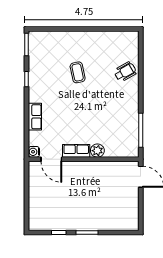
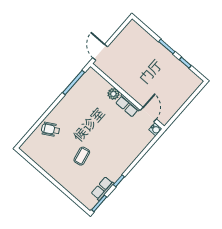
row of seats: (35, 117) -> (103, 189), moved

